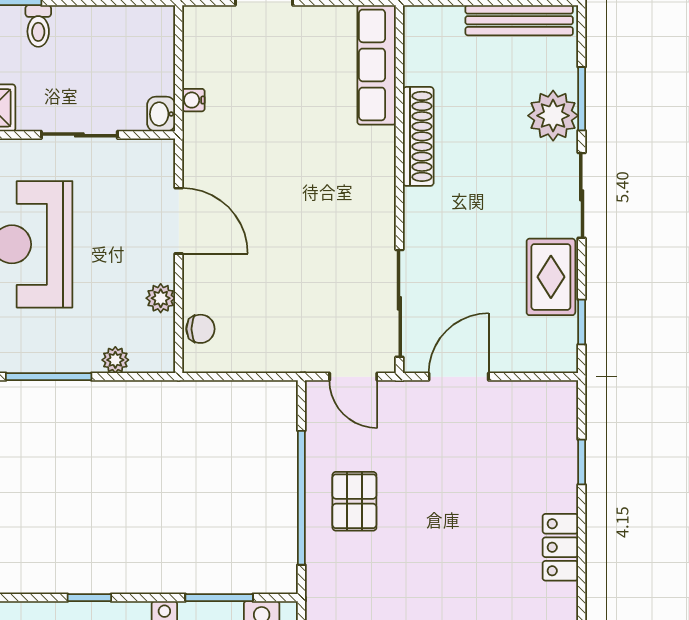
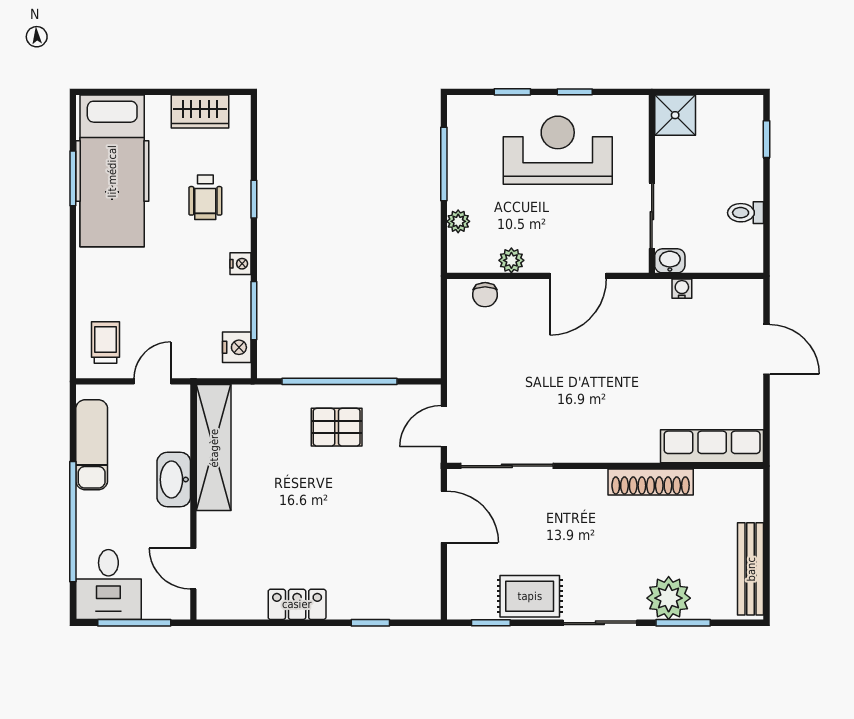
toilet: (38, 26) -> (746, 213), moved
sliding door: (79, 135) -> (652, 216), moved

